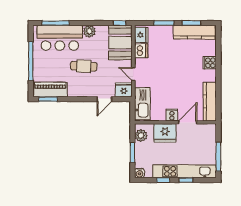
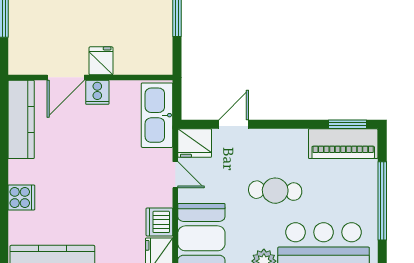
fridge: (165, 133) -> (101, 61), width x0.53, depth x0.75
plant: (141, 136) -> (160, 51), removed

